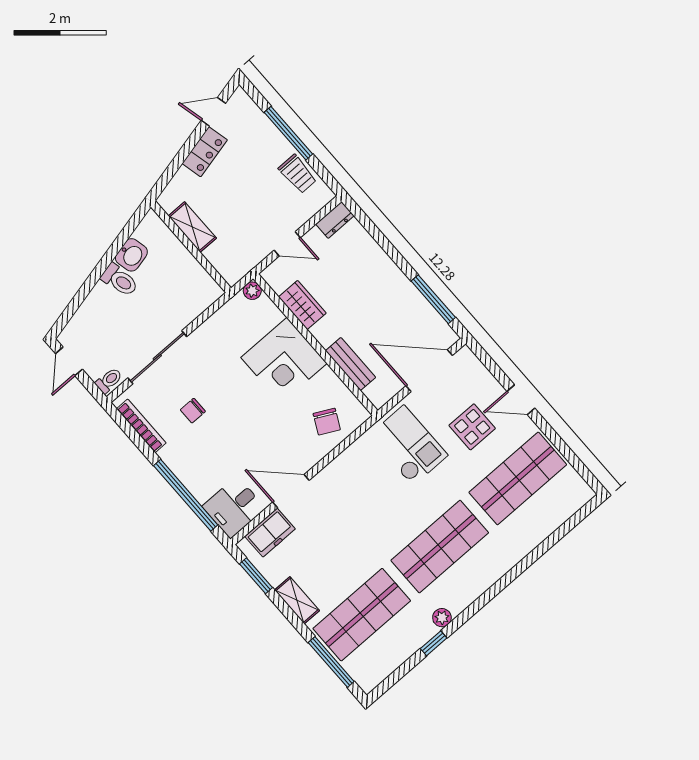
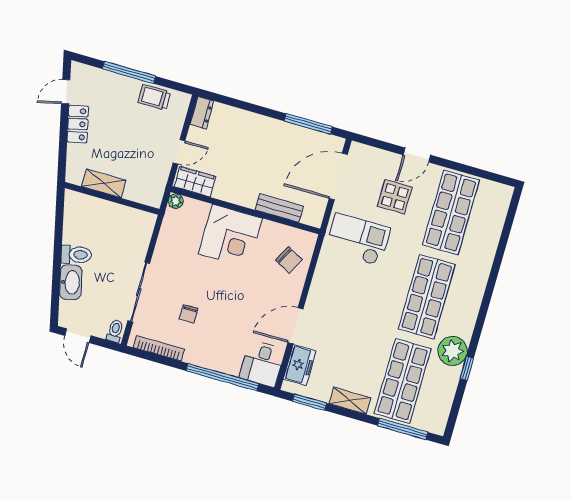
trolley: (297, 174) -> (154, 97), turned 180
washbasin: (131, 255) -> (71, 282), moved, width x1.38
wardrobe: (302, 305) -> (195, 182), moved
plant: (442, 618) -> (453, 351), width x1.88, depth x1.88

